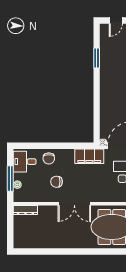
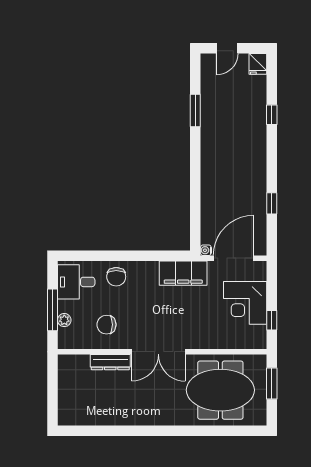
chair: (57, 182) -> (106, 325), moved
dresser: (25, 210) -> (110, 362), moved

